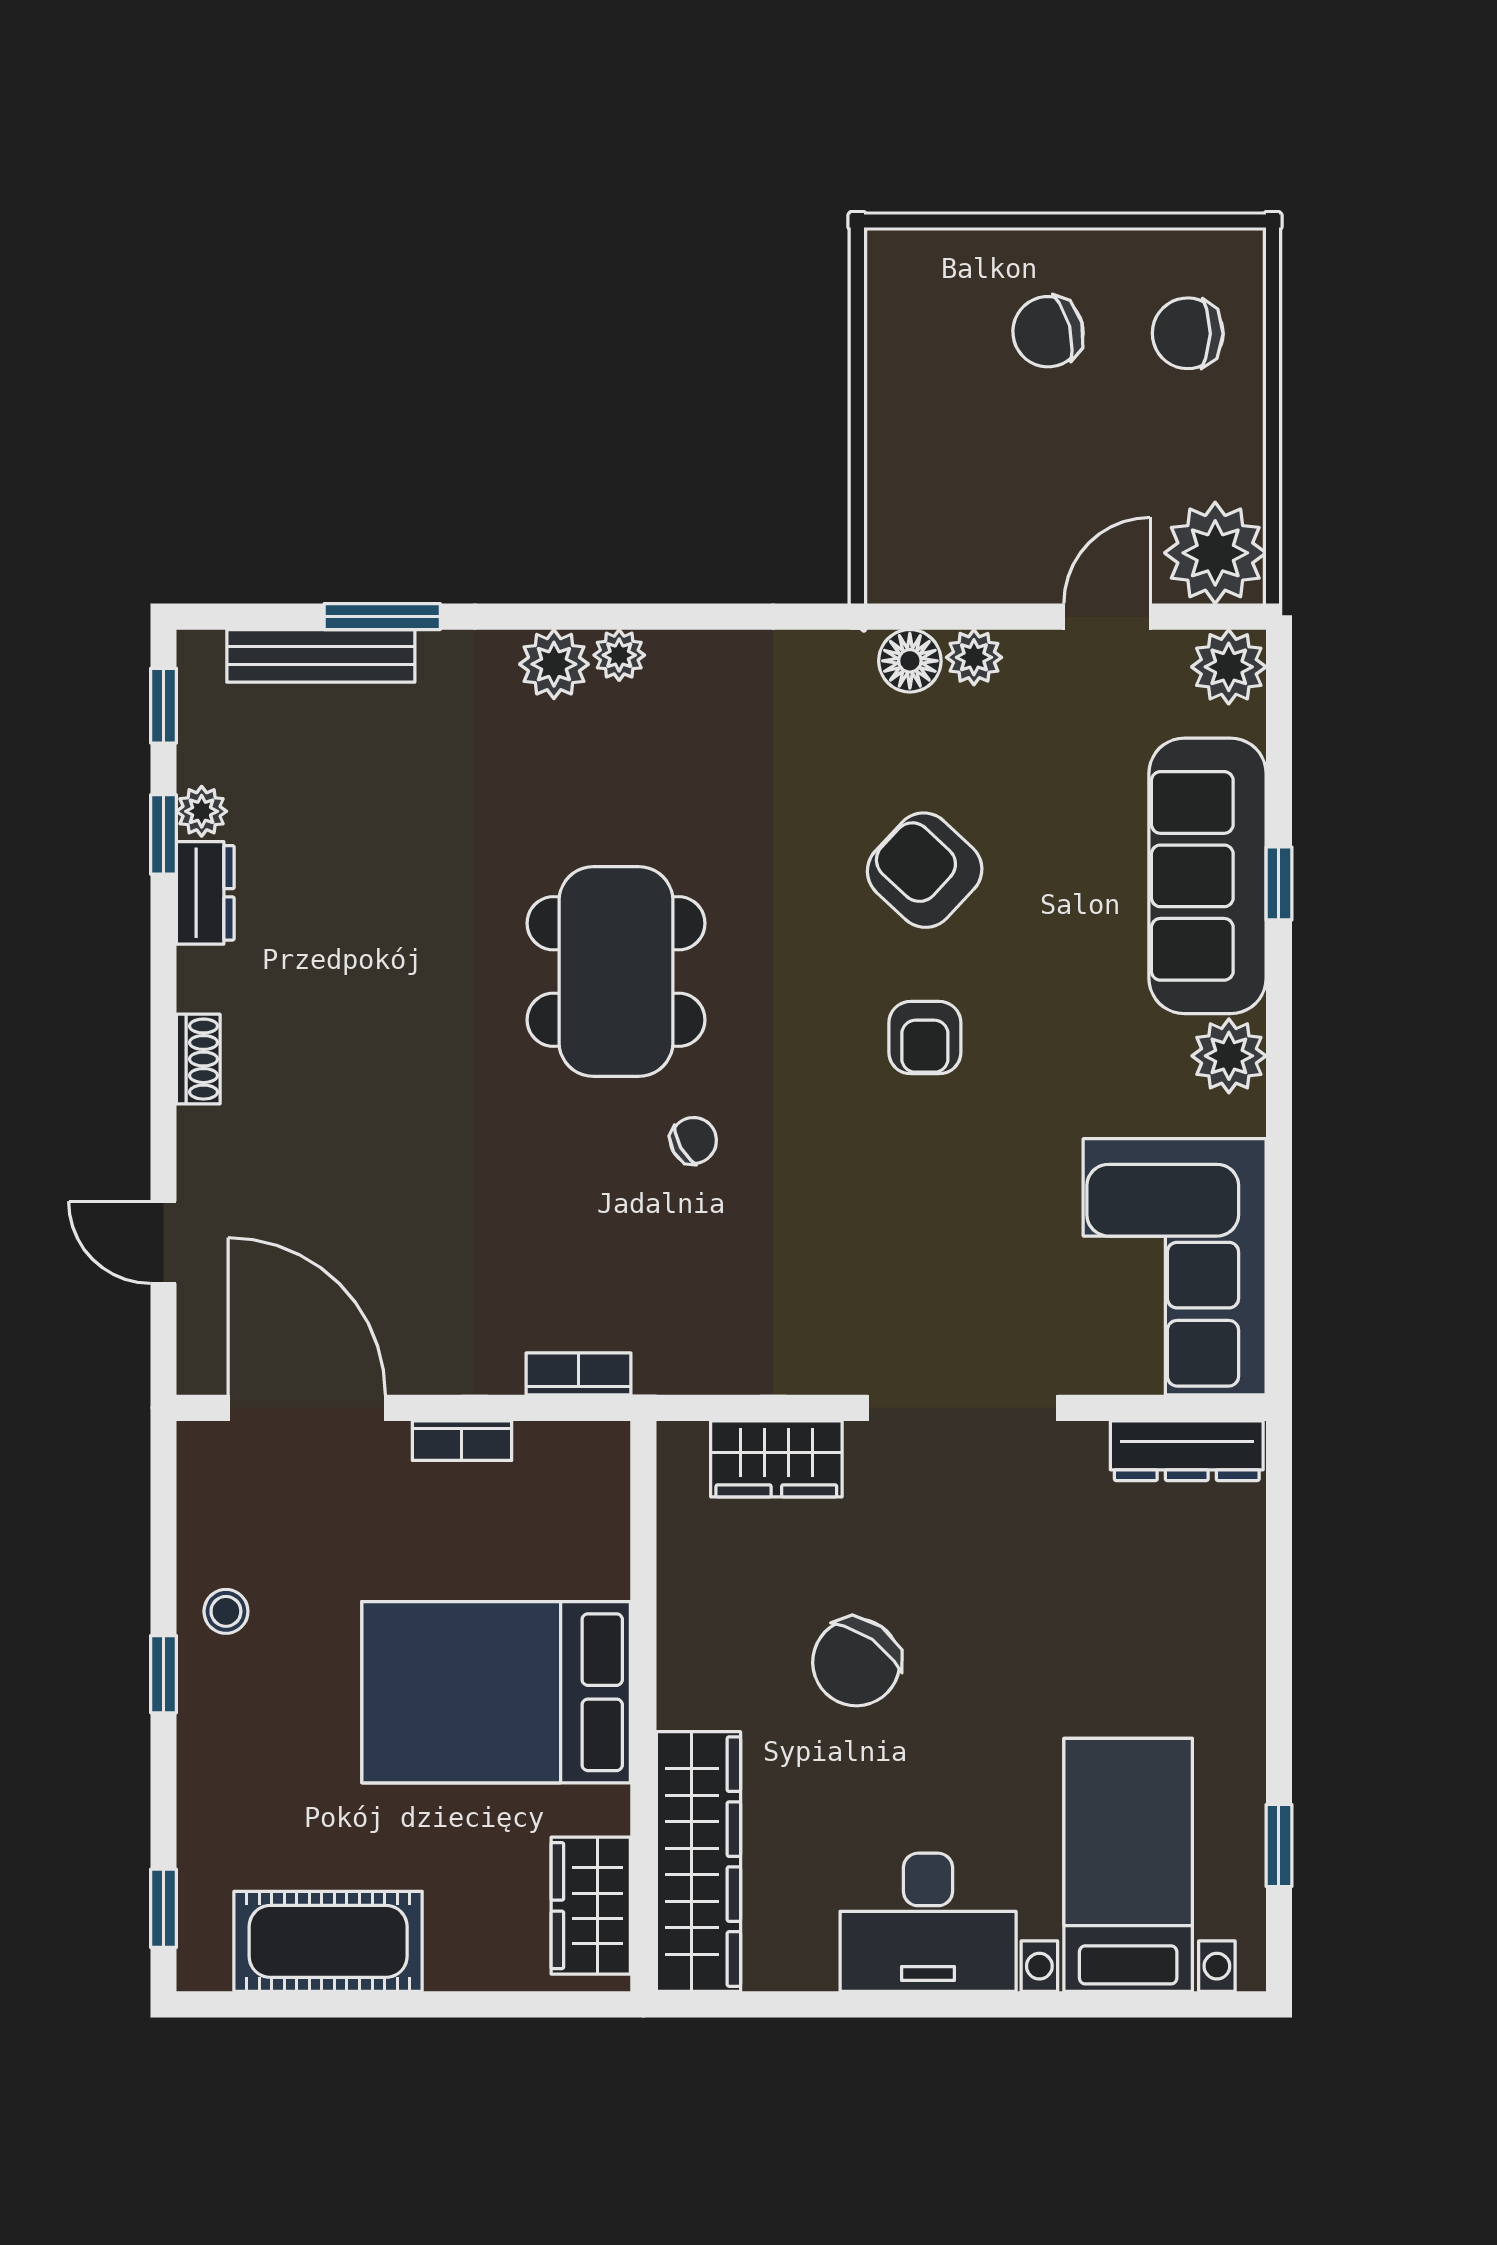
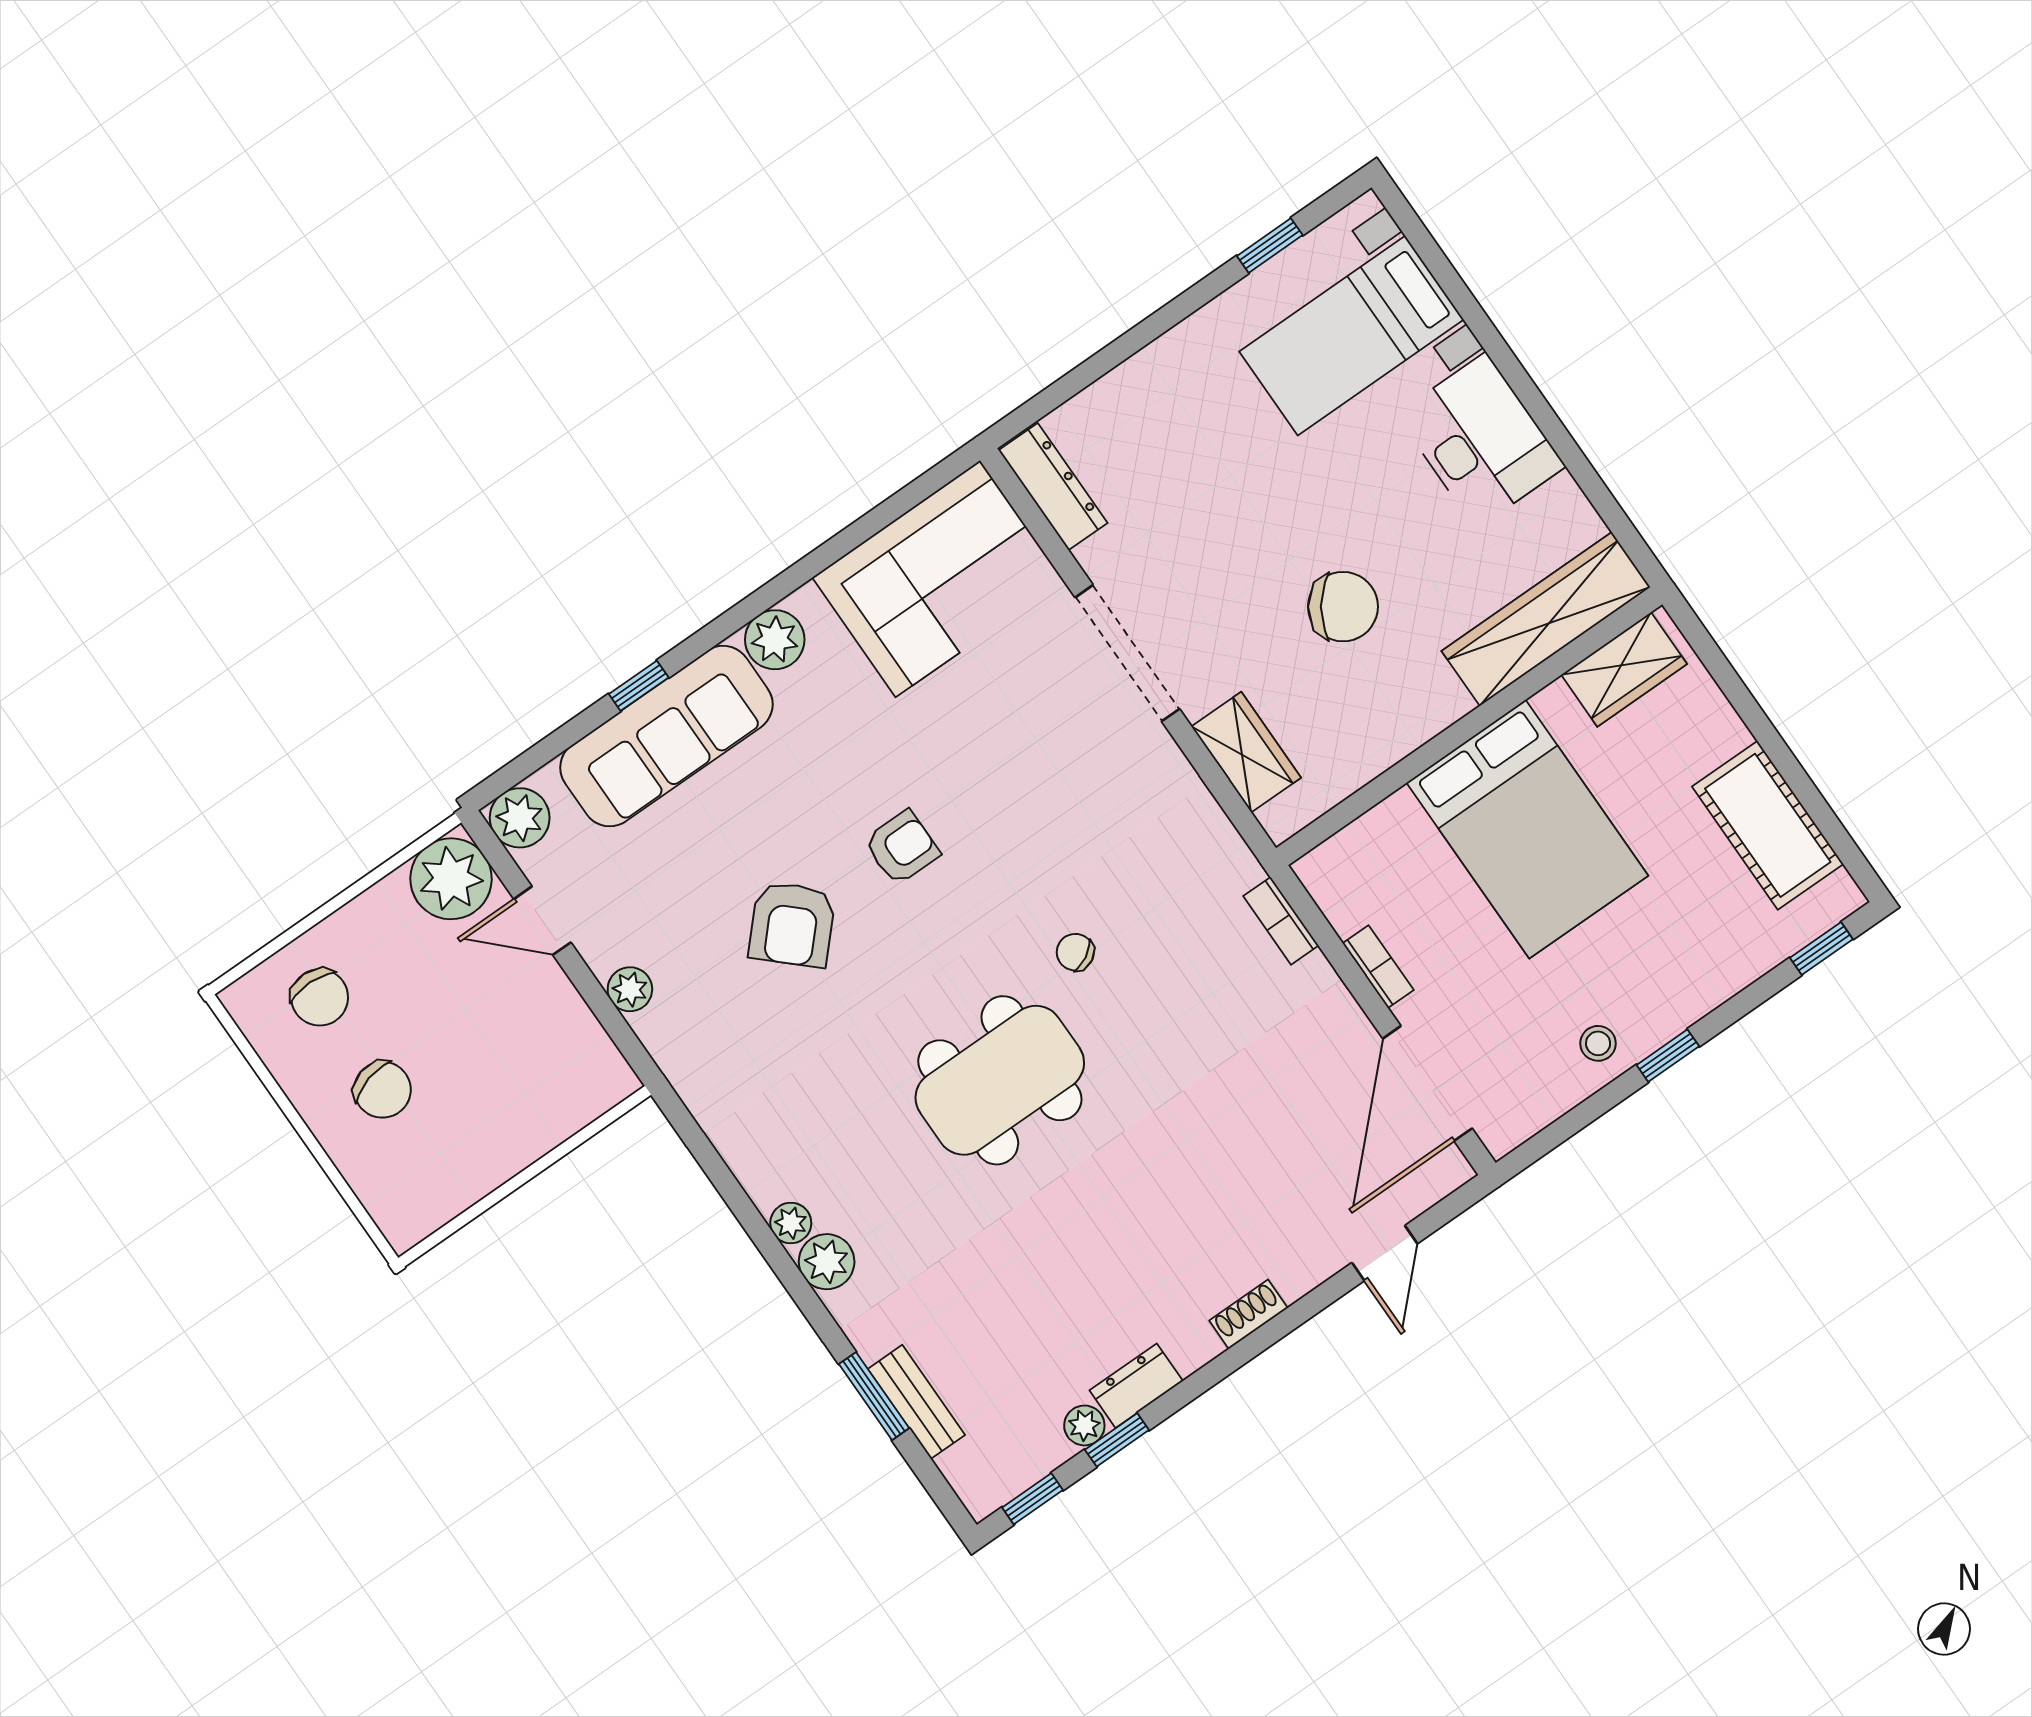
bench: (321, 656) -> (916, 1402), width x0.73
floor lamp: (910, 661) -> (662, 1030), removed

